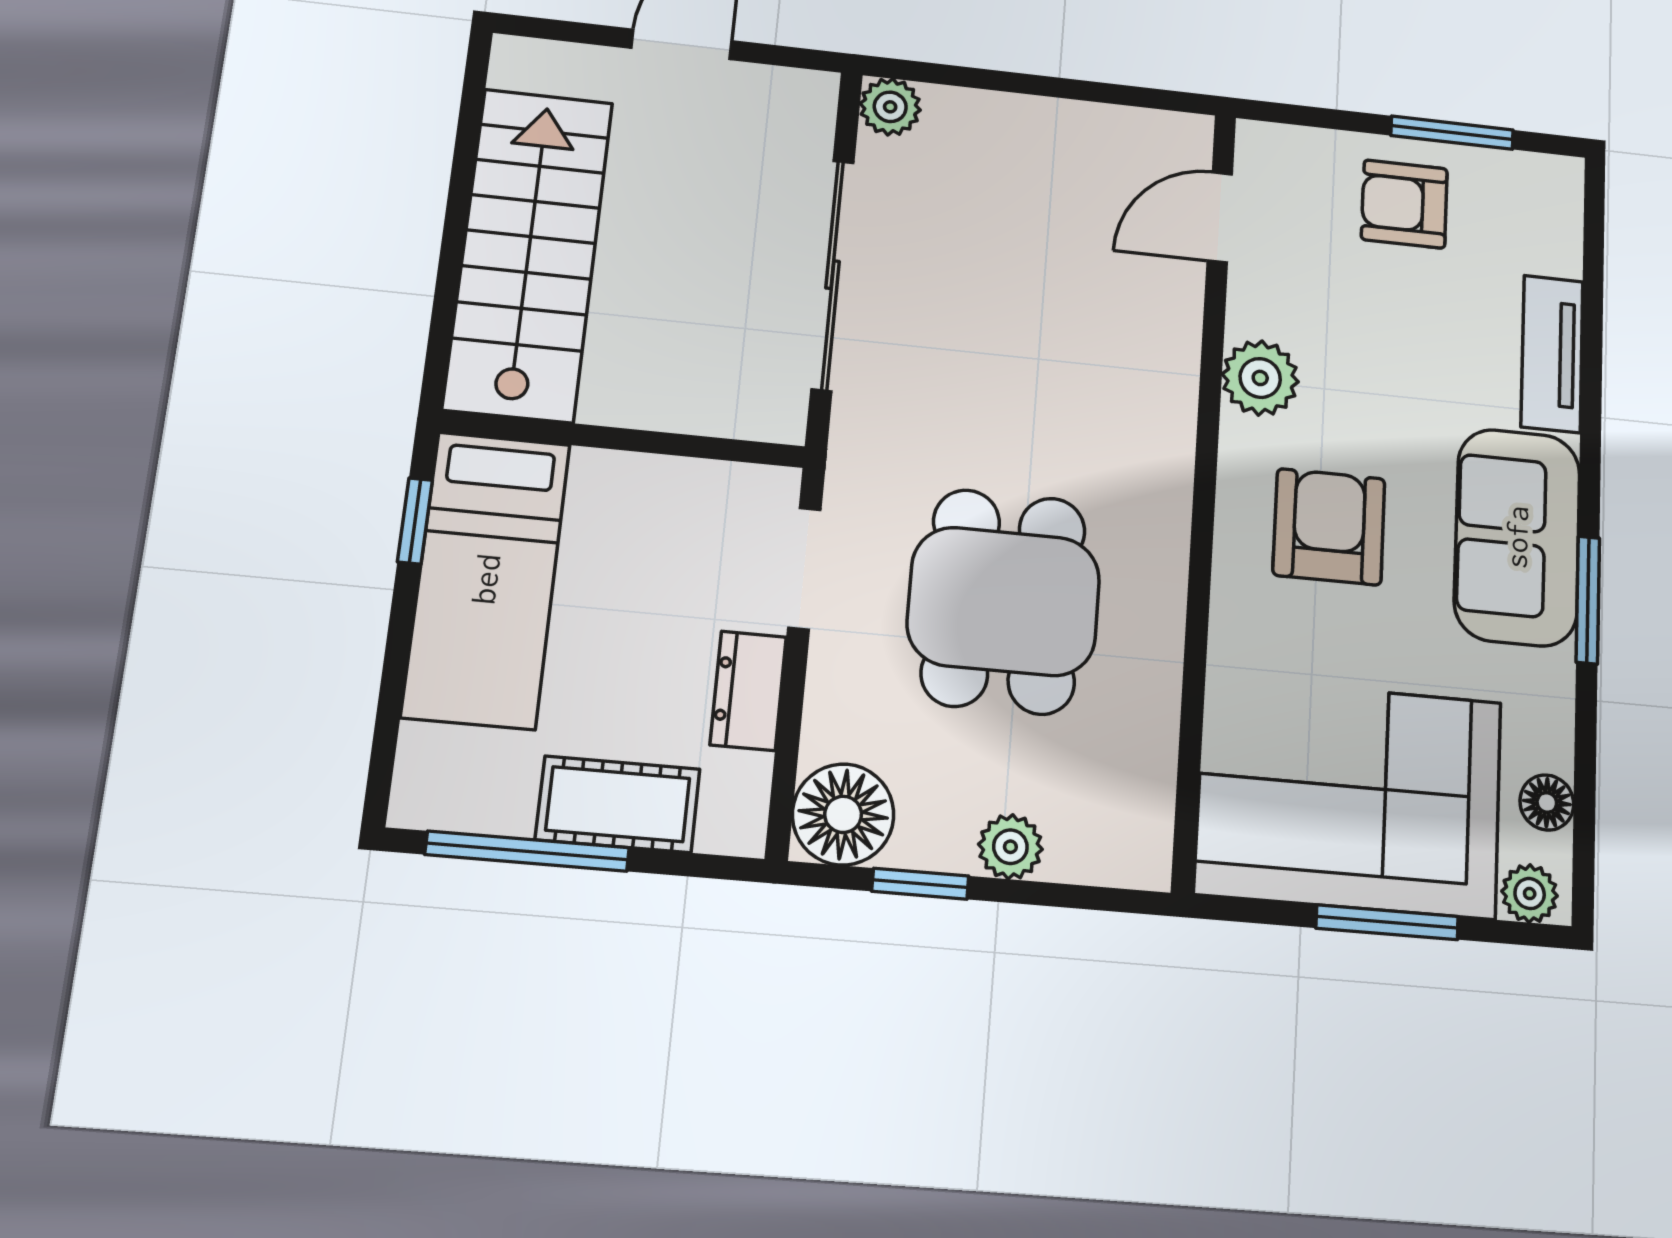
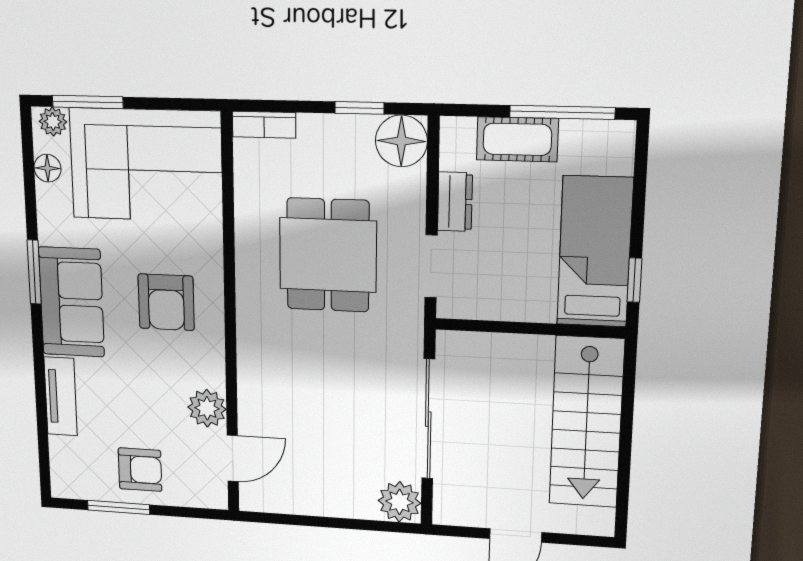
plant: (890, 107) -> (400, 502), width x1.38, depth x1.38
plant: (1260, 378) -> (207, 408), moved
plant: (1010, 847) -> (315, 130), removed
bookcase: (1110, 862) -> (264, 125), added
window: (1387, 922) -> (88, 102), moved

